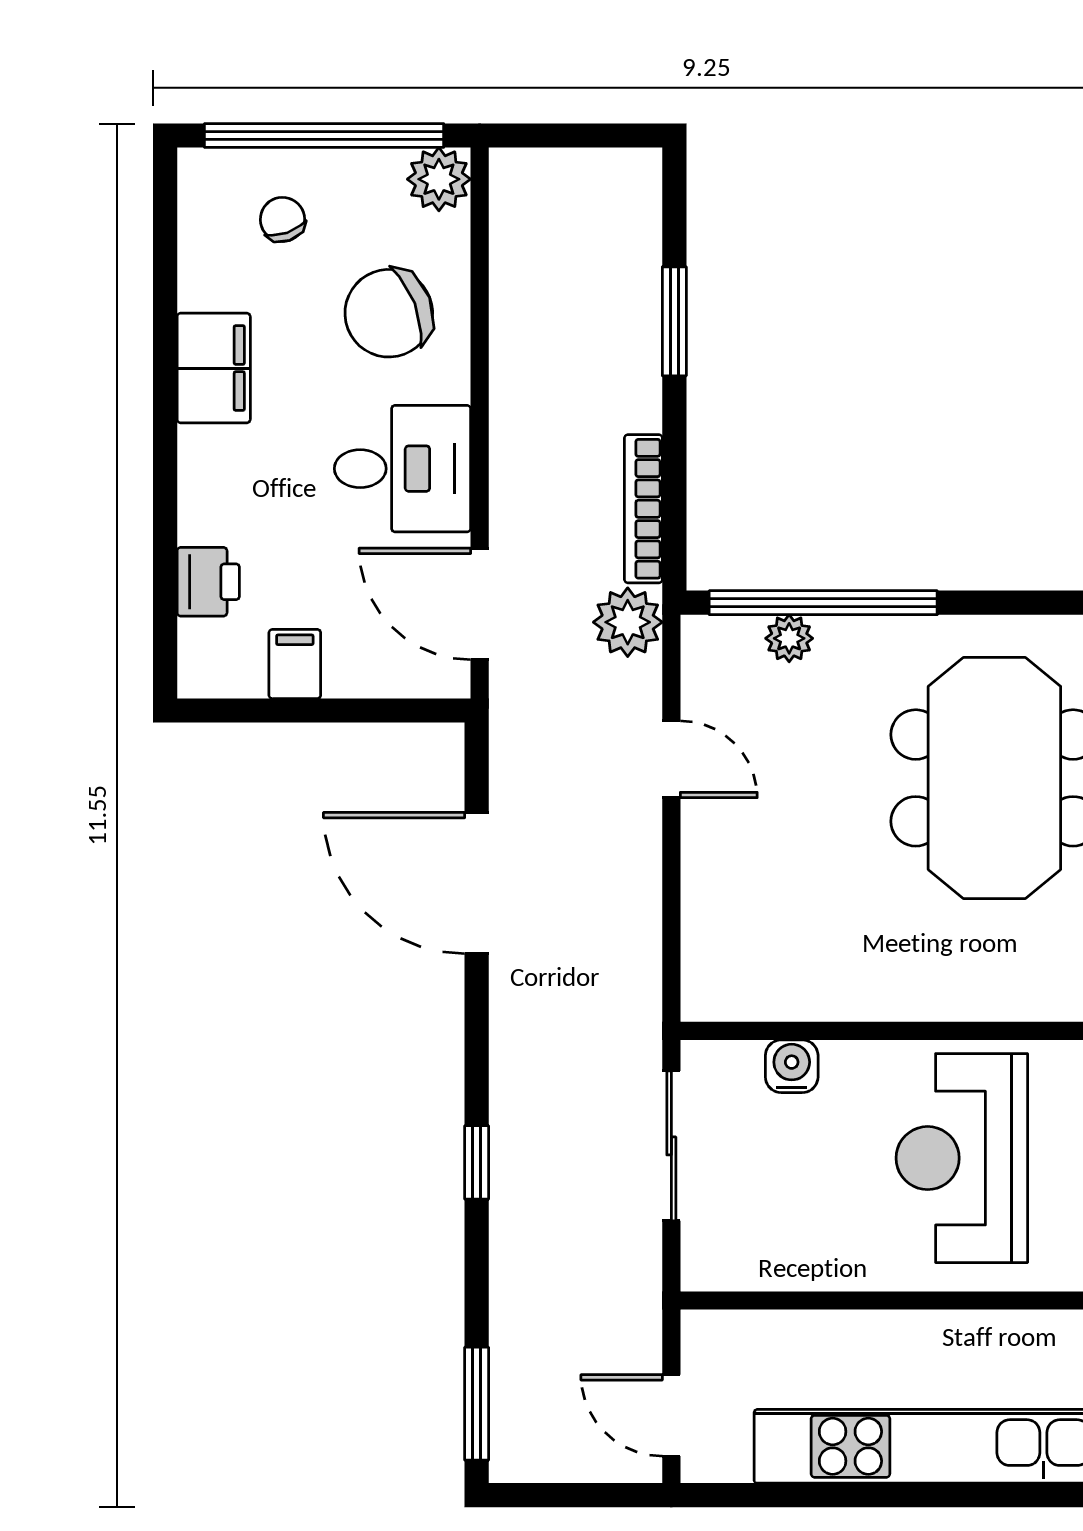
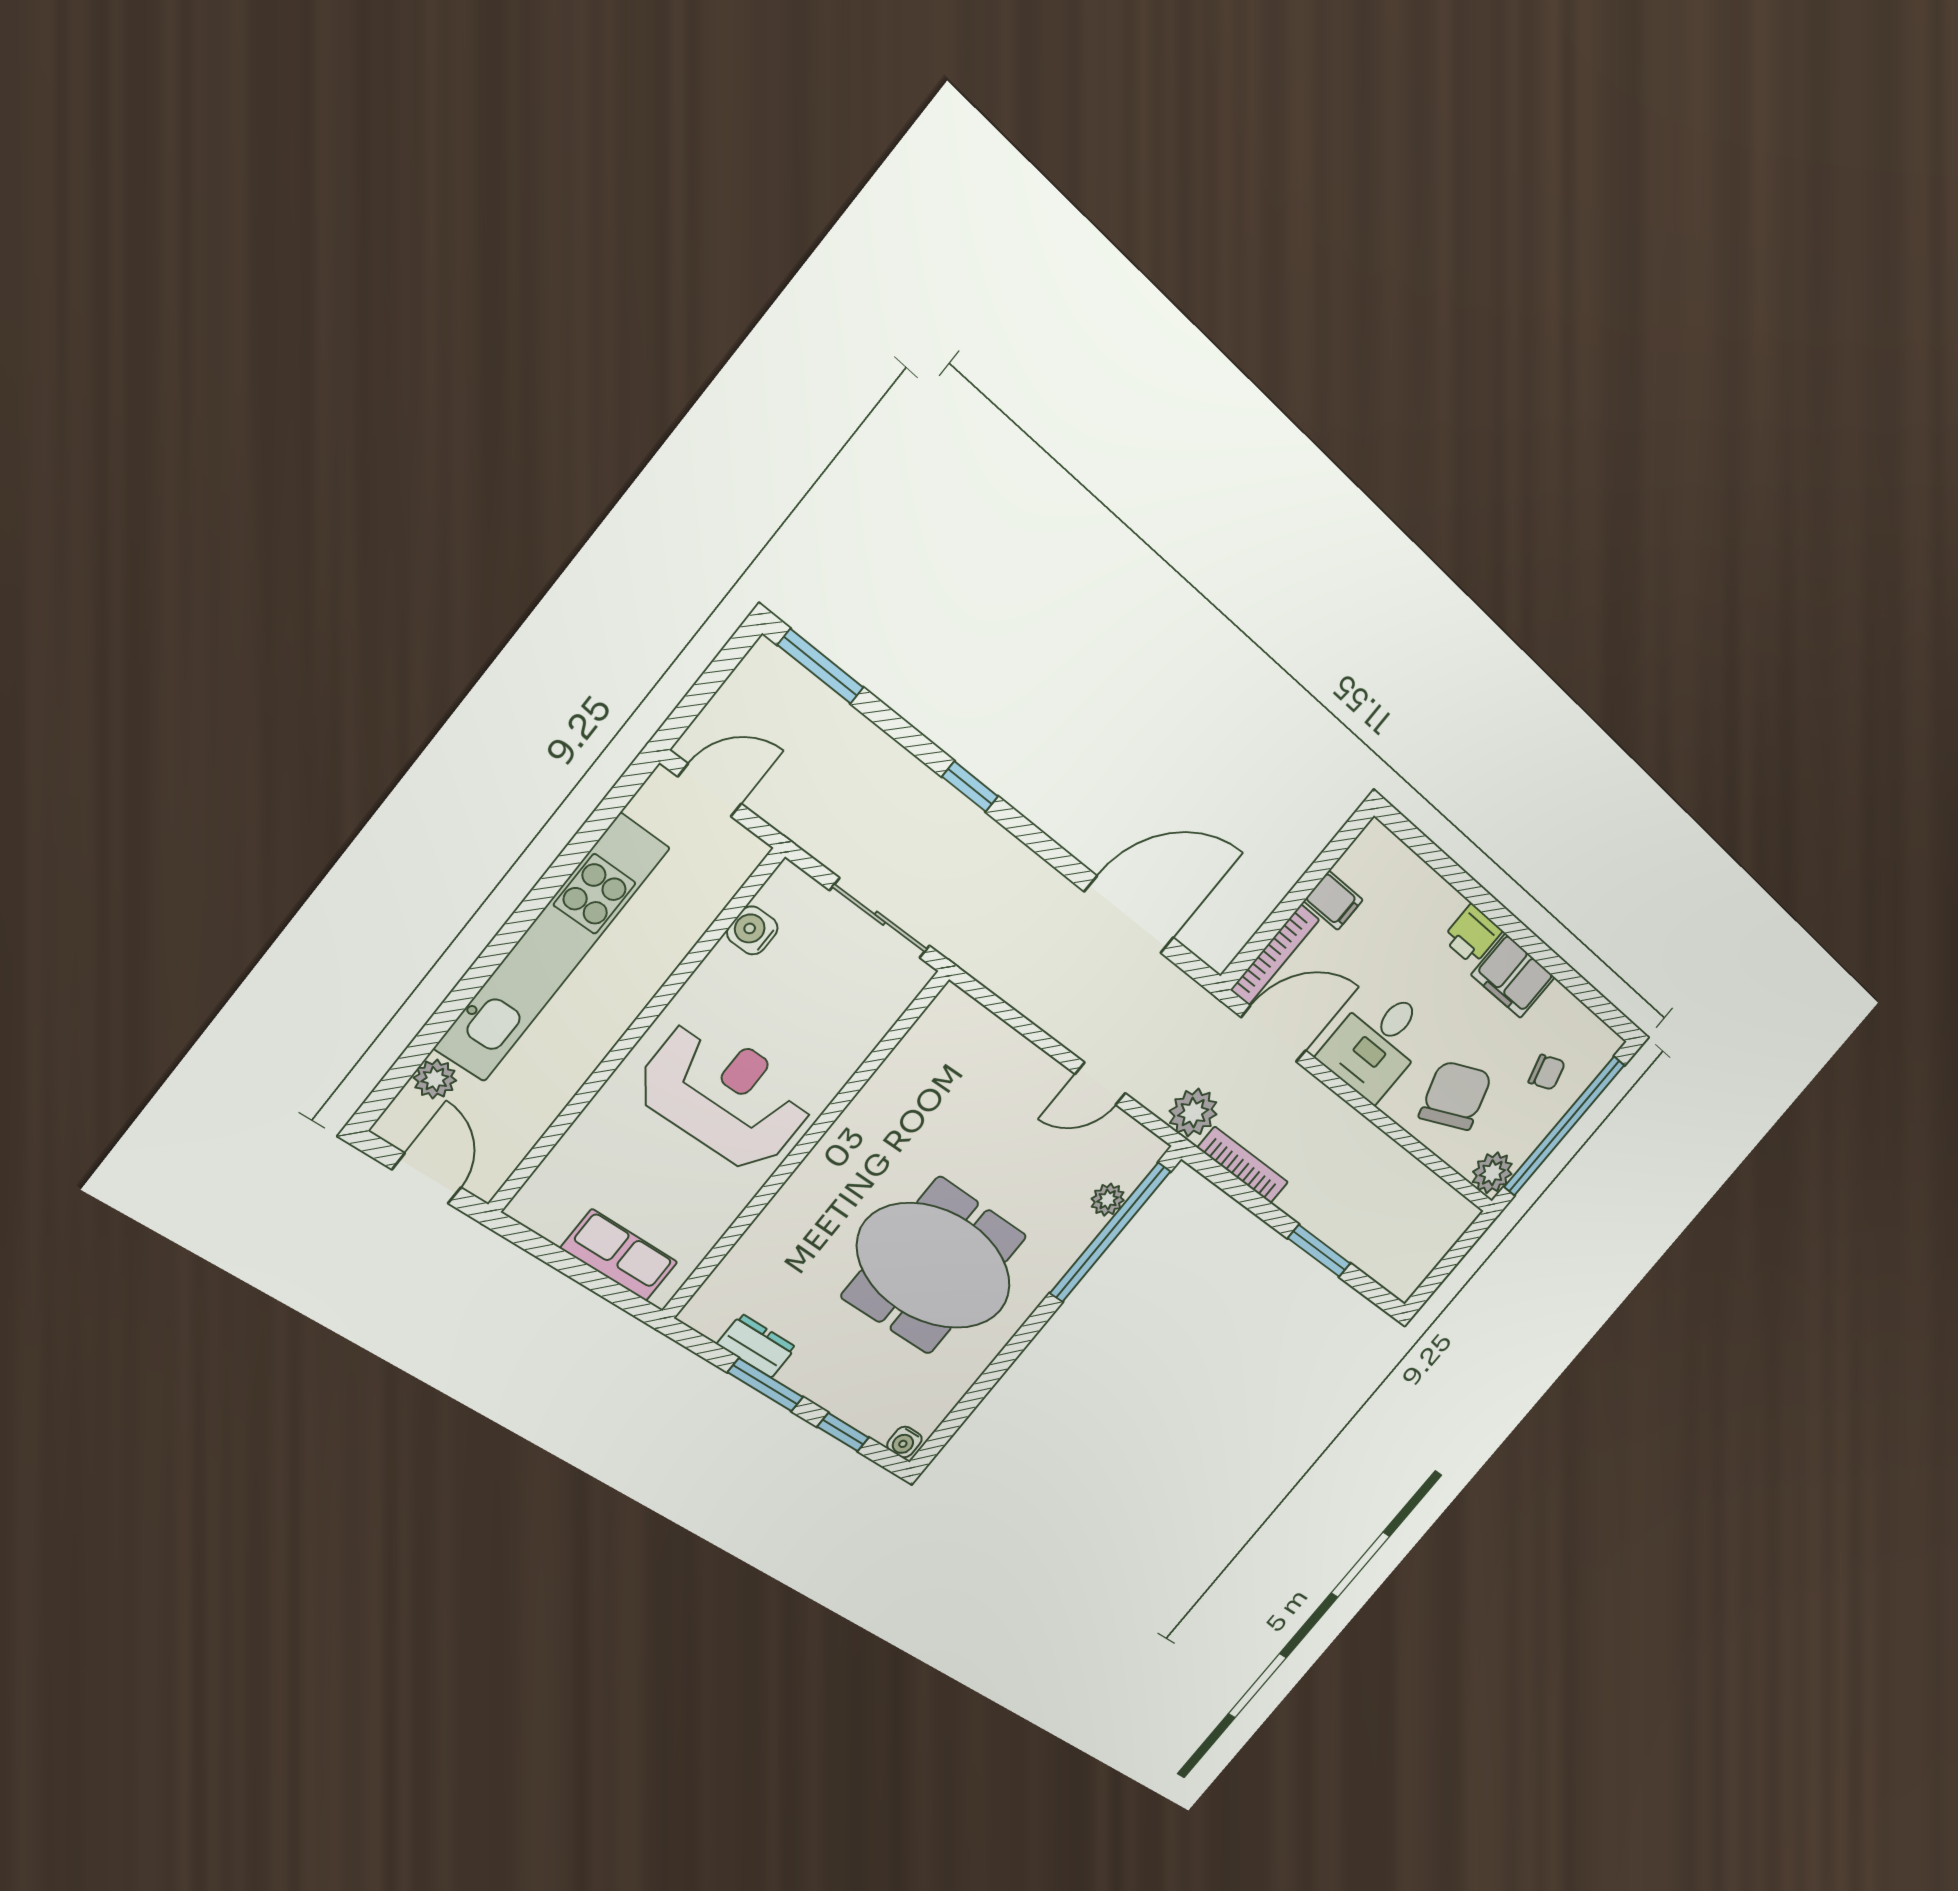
printer: (208, 582) -> (1472, 935), moved
bookcase: (398, 680) -> (1275, 955), added
water cooler: (792, 1066) -> (752, 930), moved, turned 180

